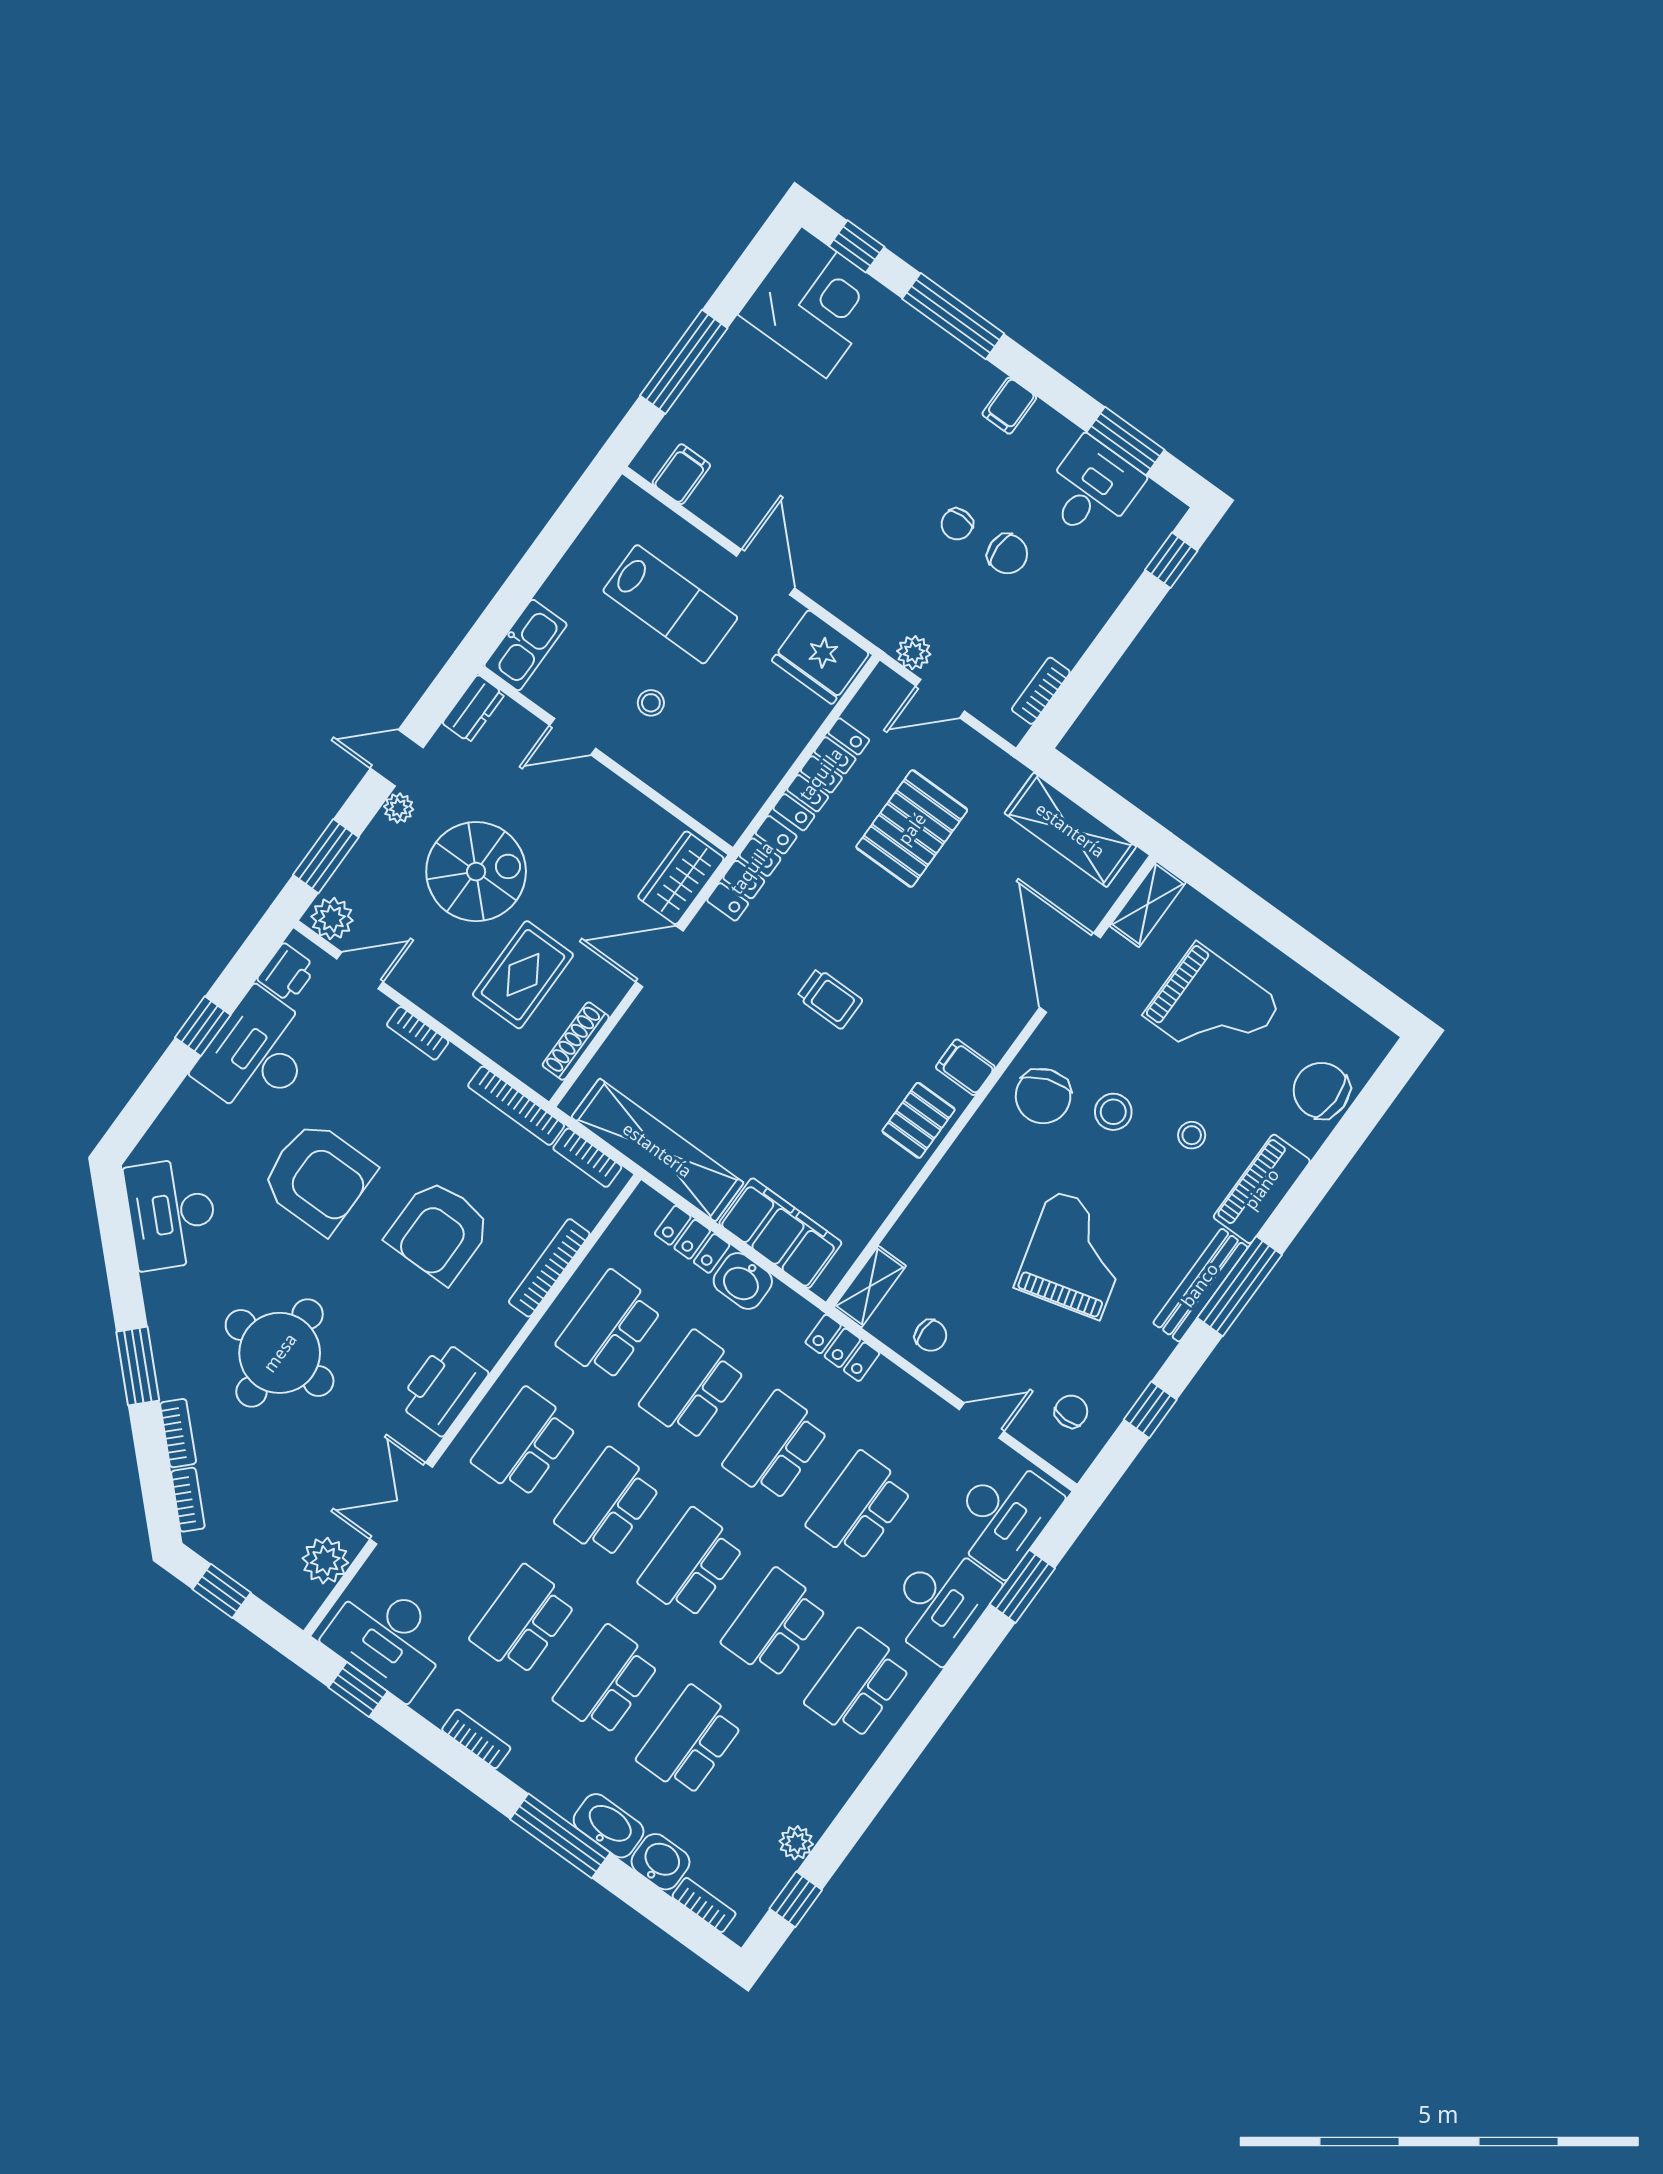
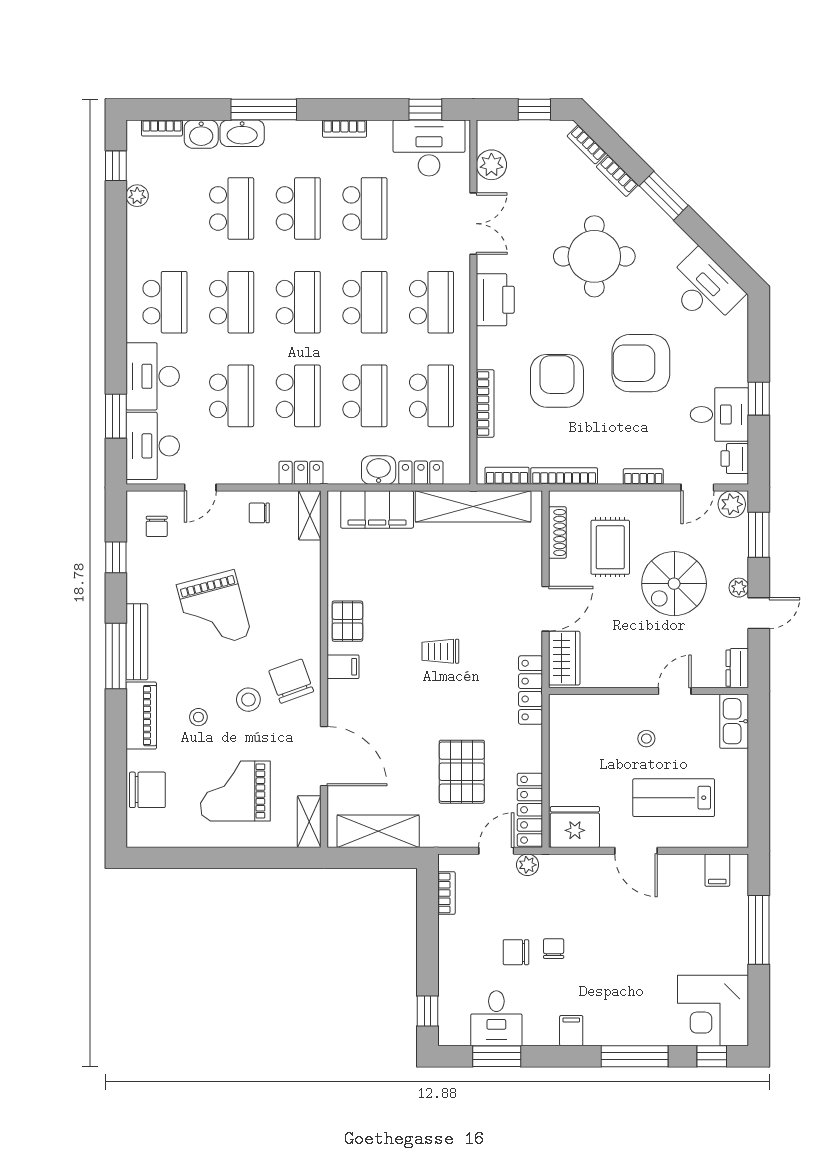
locker: (821, 774) -> (530, 810), moved
desk: (257, 1054) -> (719, 415), width x0.73

